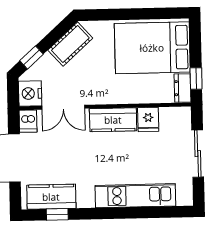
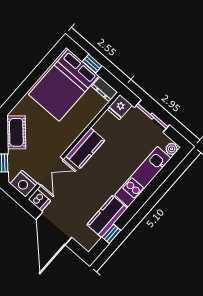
window: (196, 78) -> (92, 64), moved
fridge: (148, 119) -> (120, 107), moved, turned 90
kitchen counter: (51, 197) -> (107, 216), moved
plant: (184, 199) -> (172, 149), added

